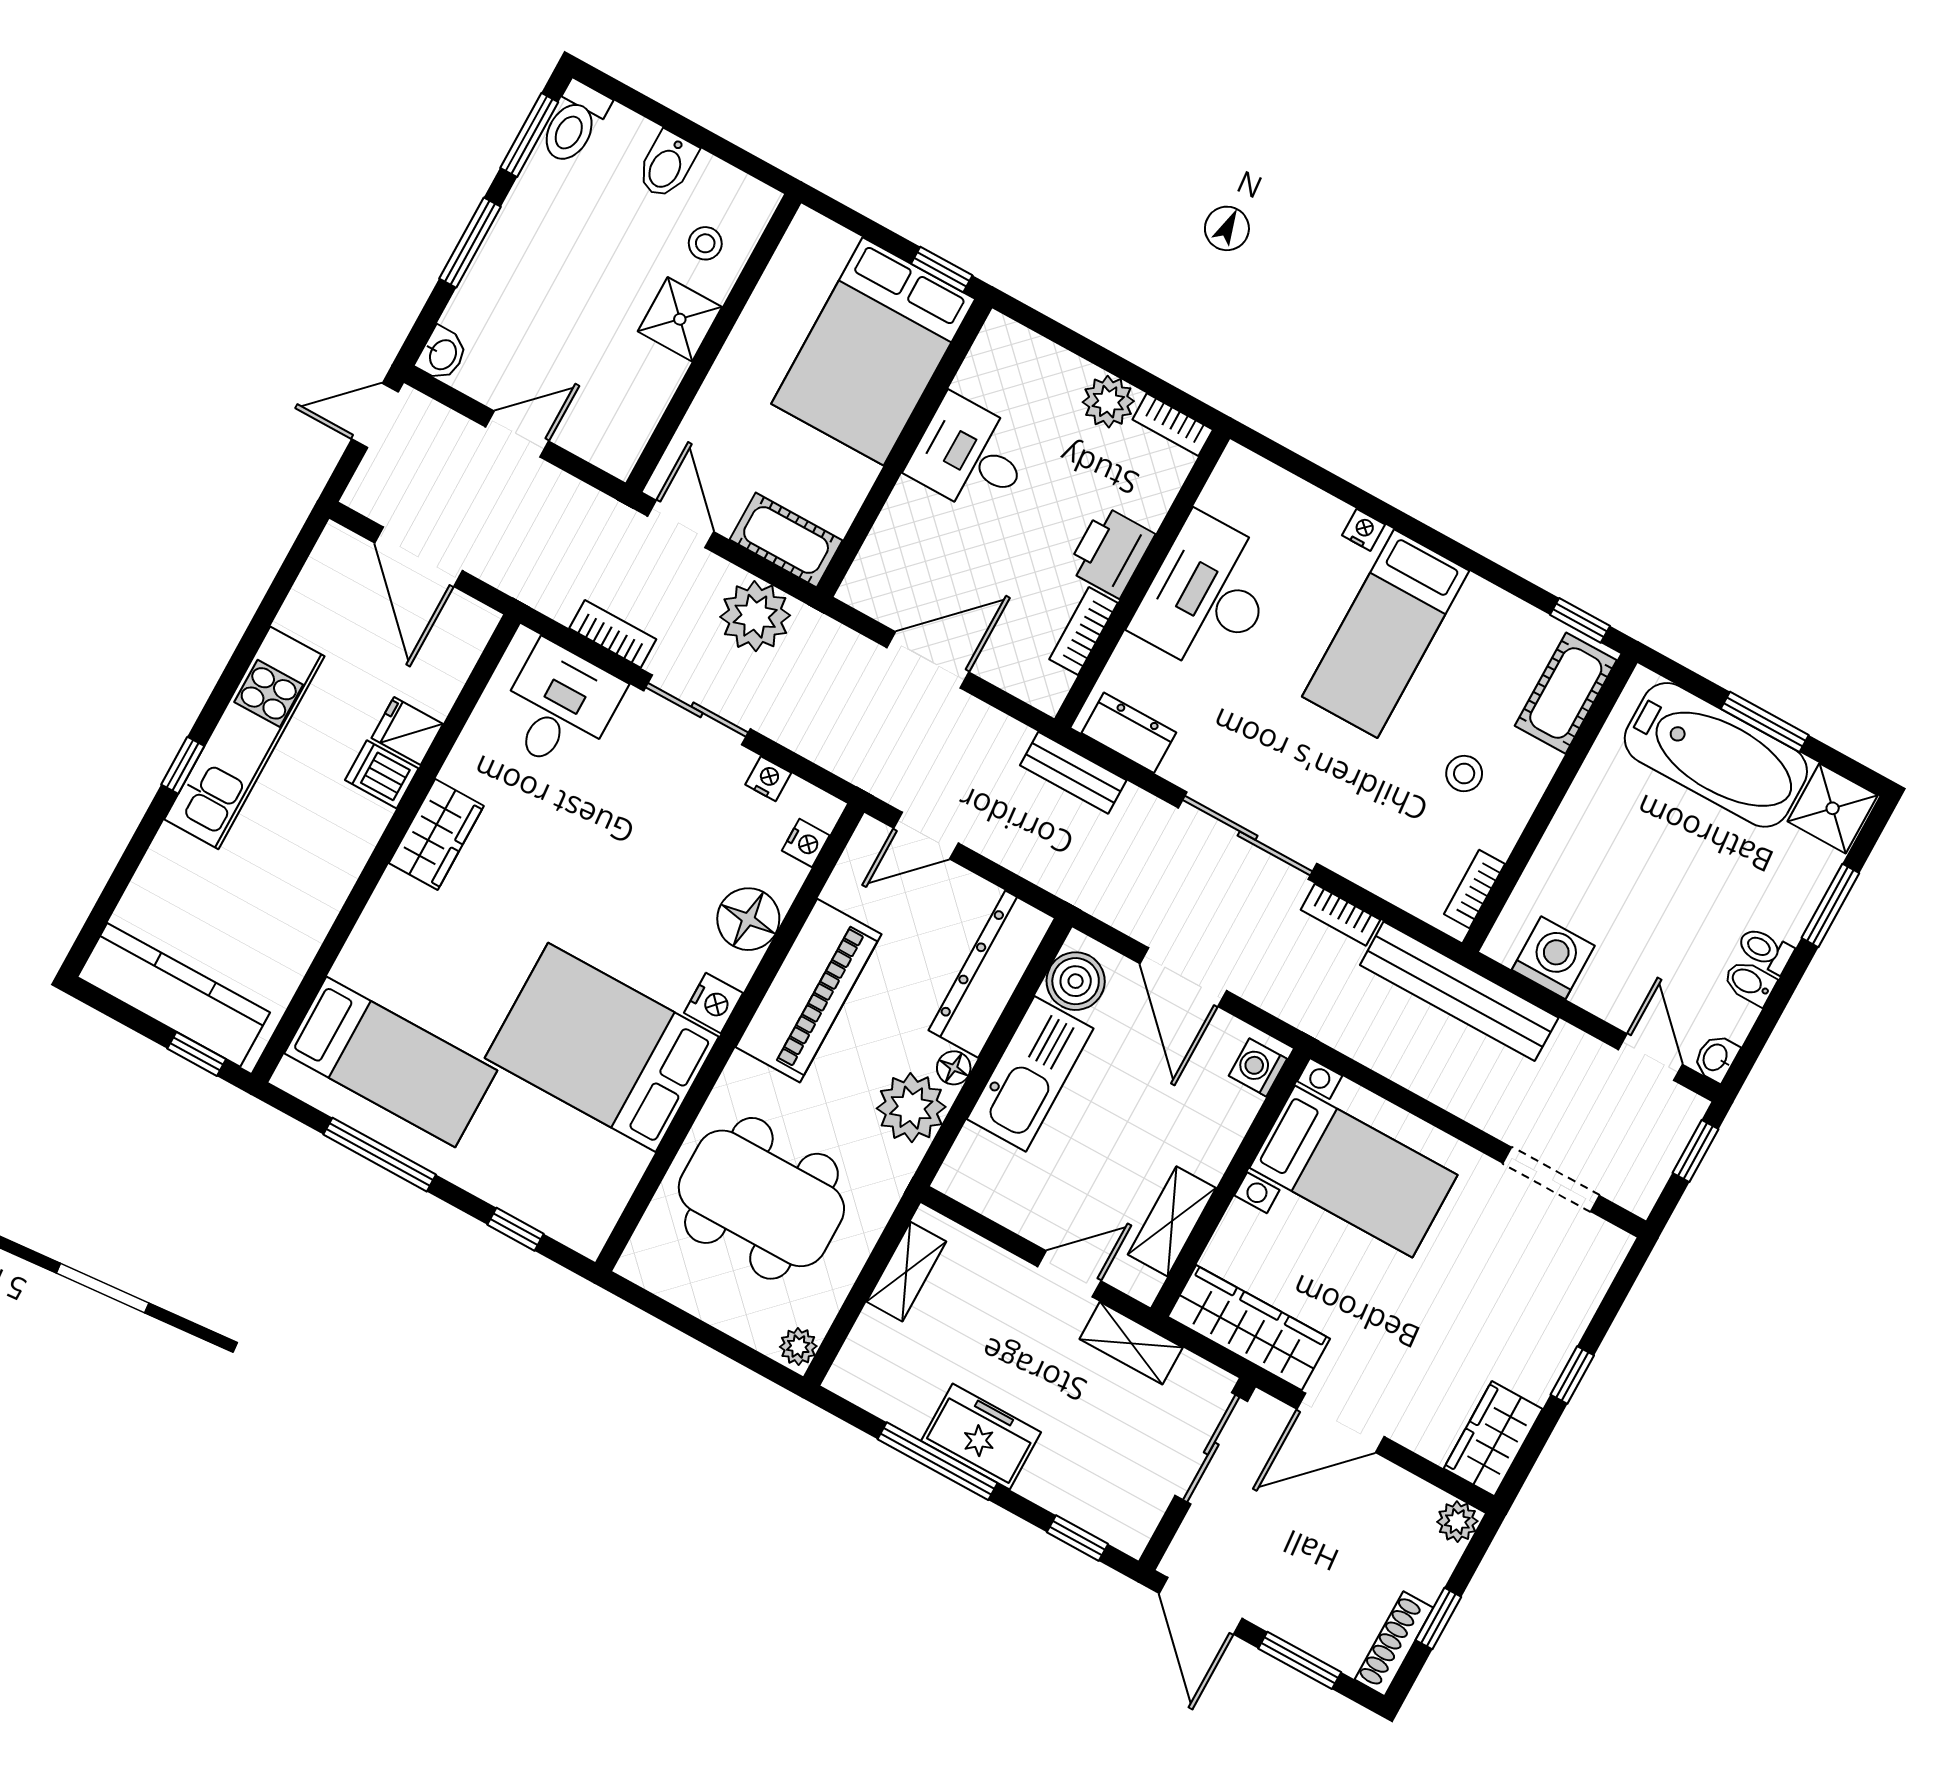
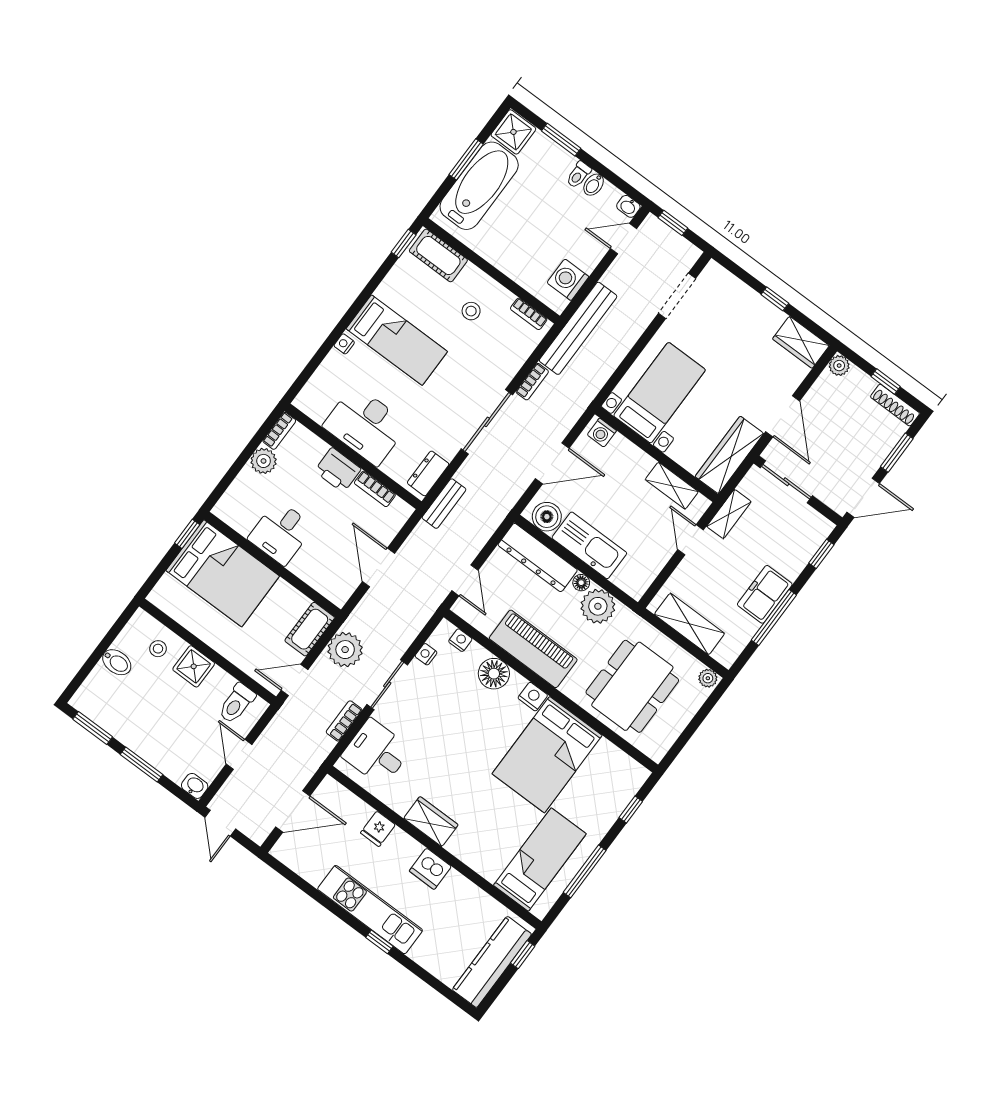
toilet: (574, 123) -> (237, 703), moved, turned 90
dishwasher: (382, 774) -> (430, 869), moved, width x1.38
shelving: (906, 1272) -> (689, 624), width x1.50, depth x1.33

